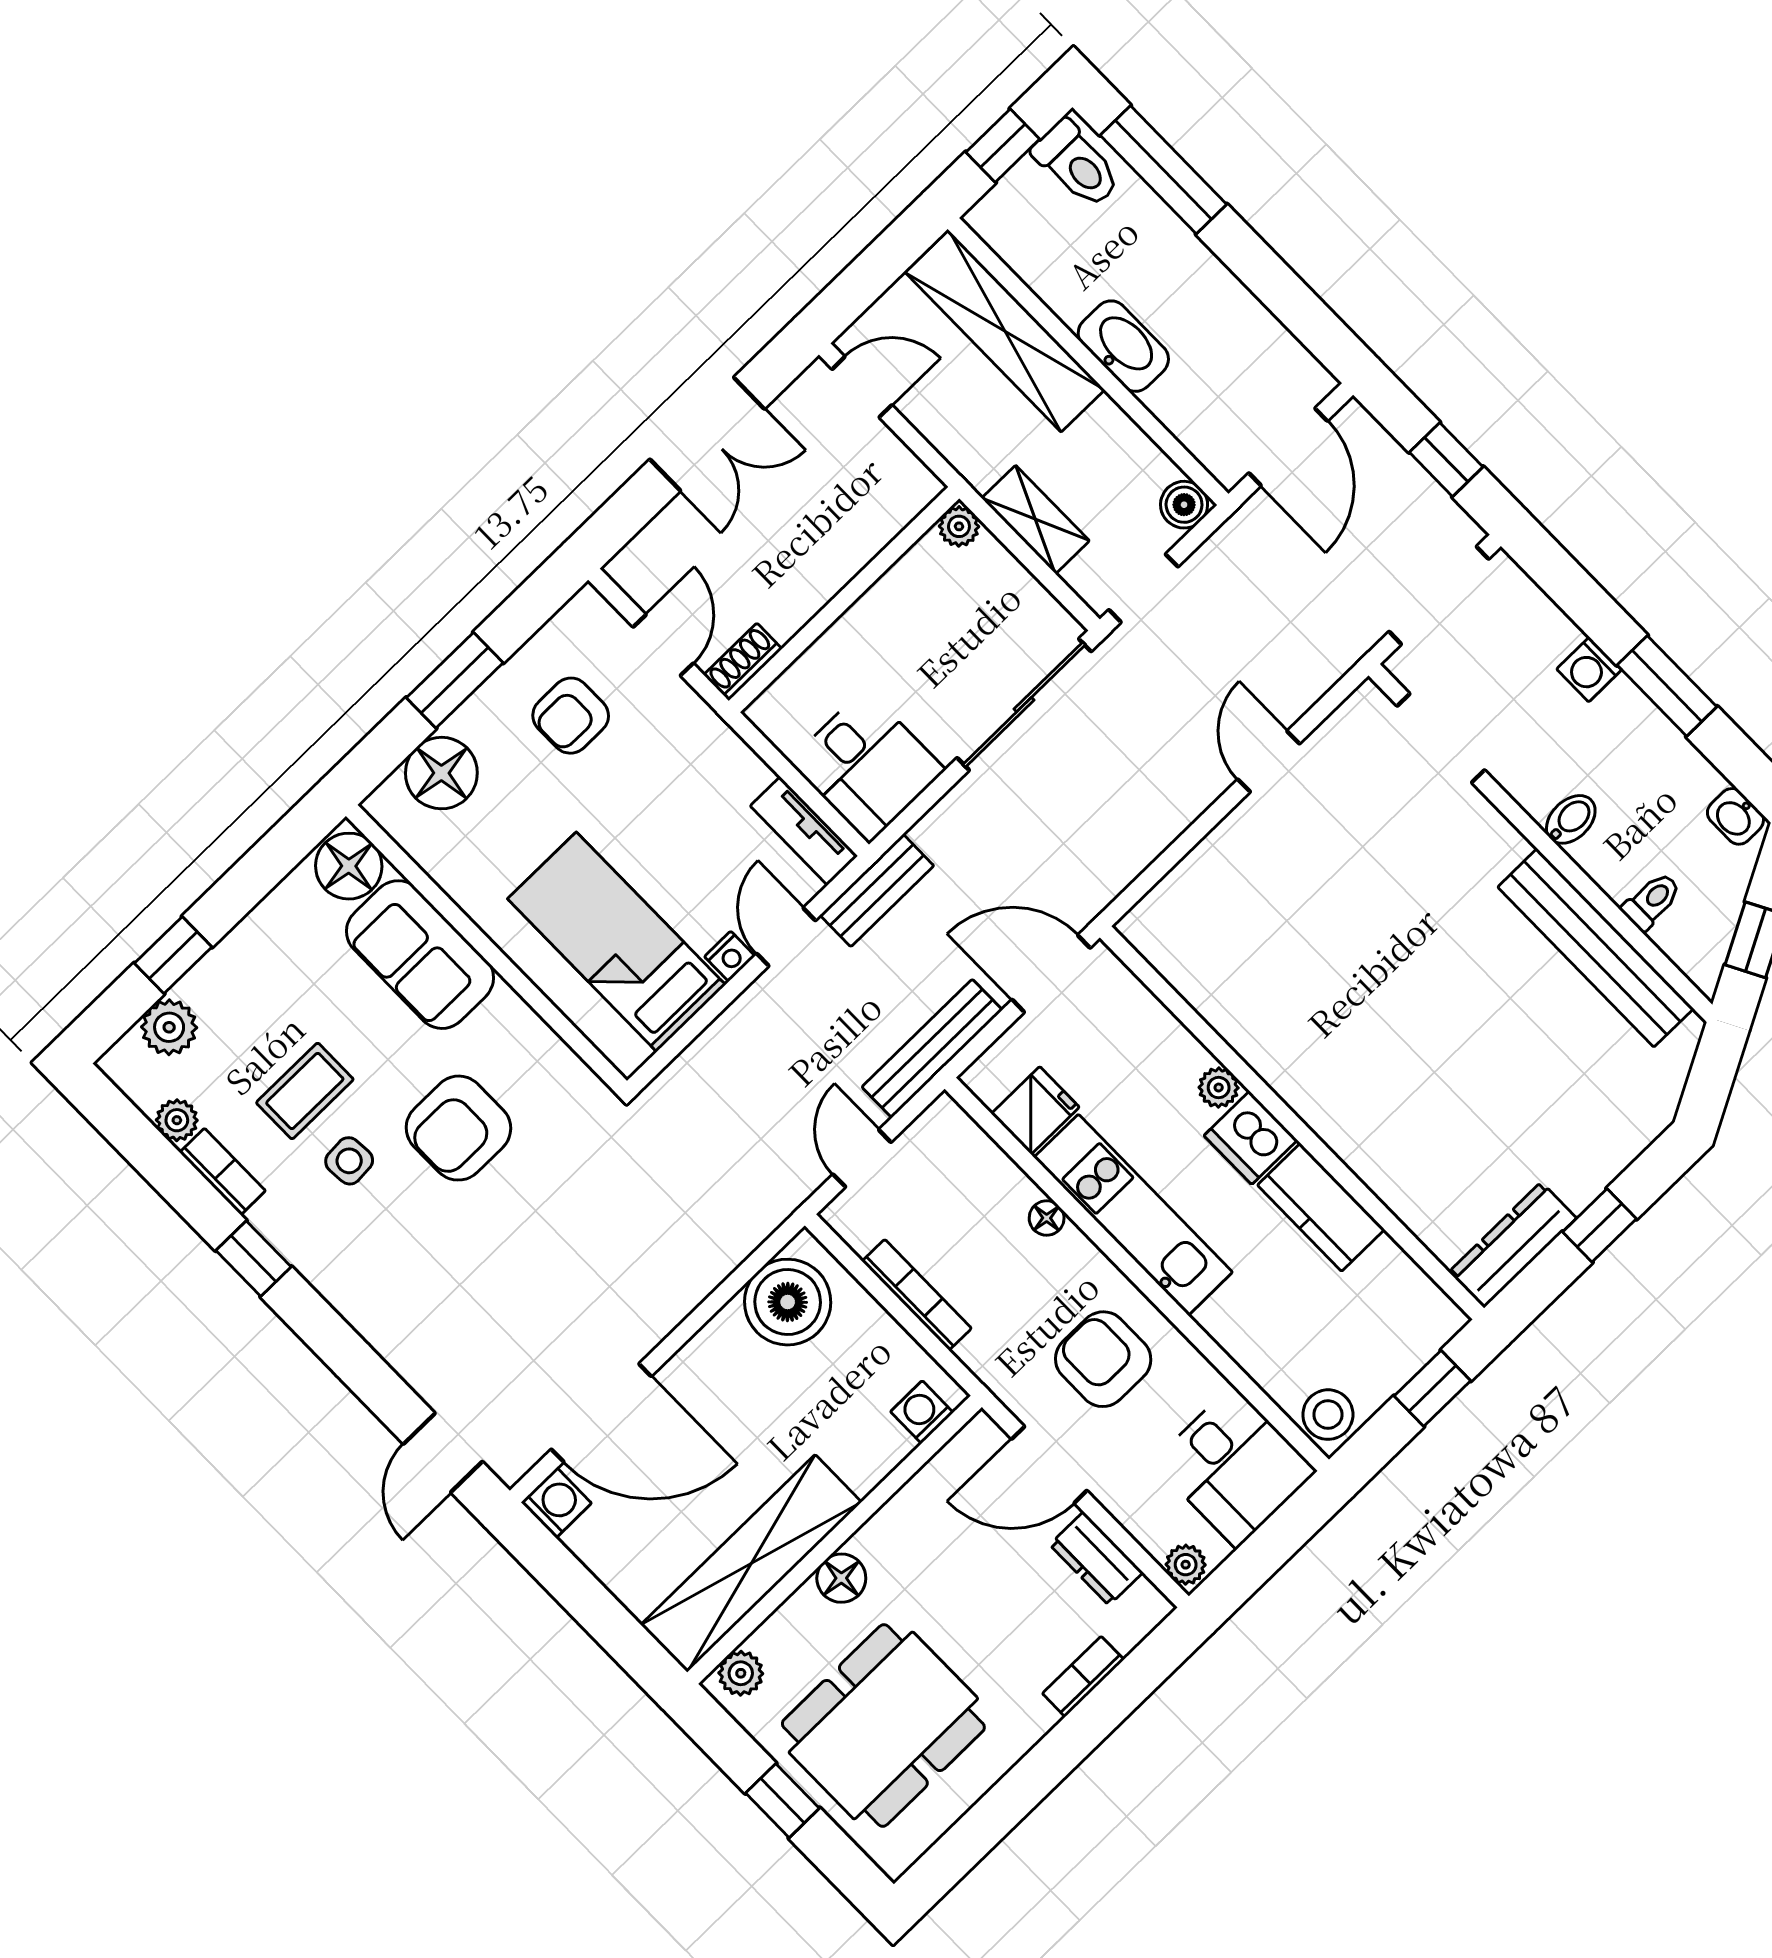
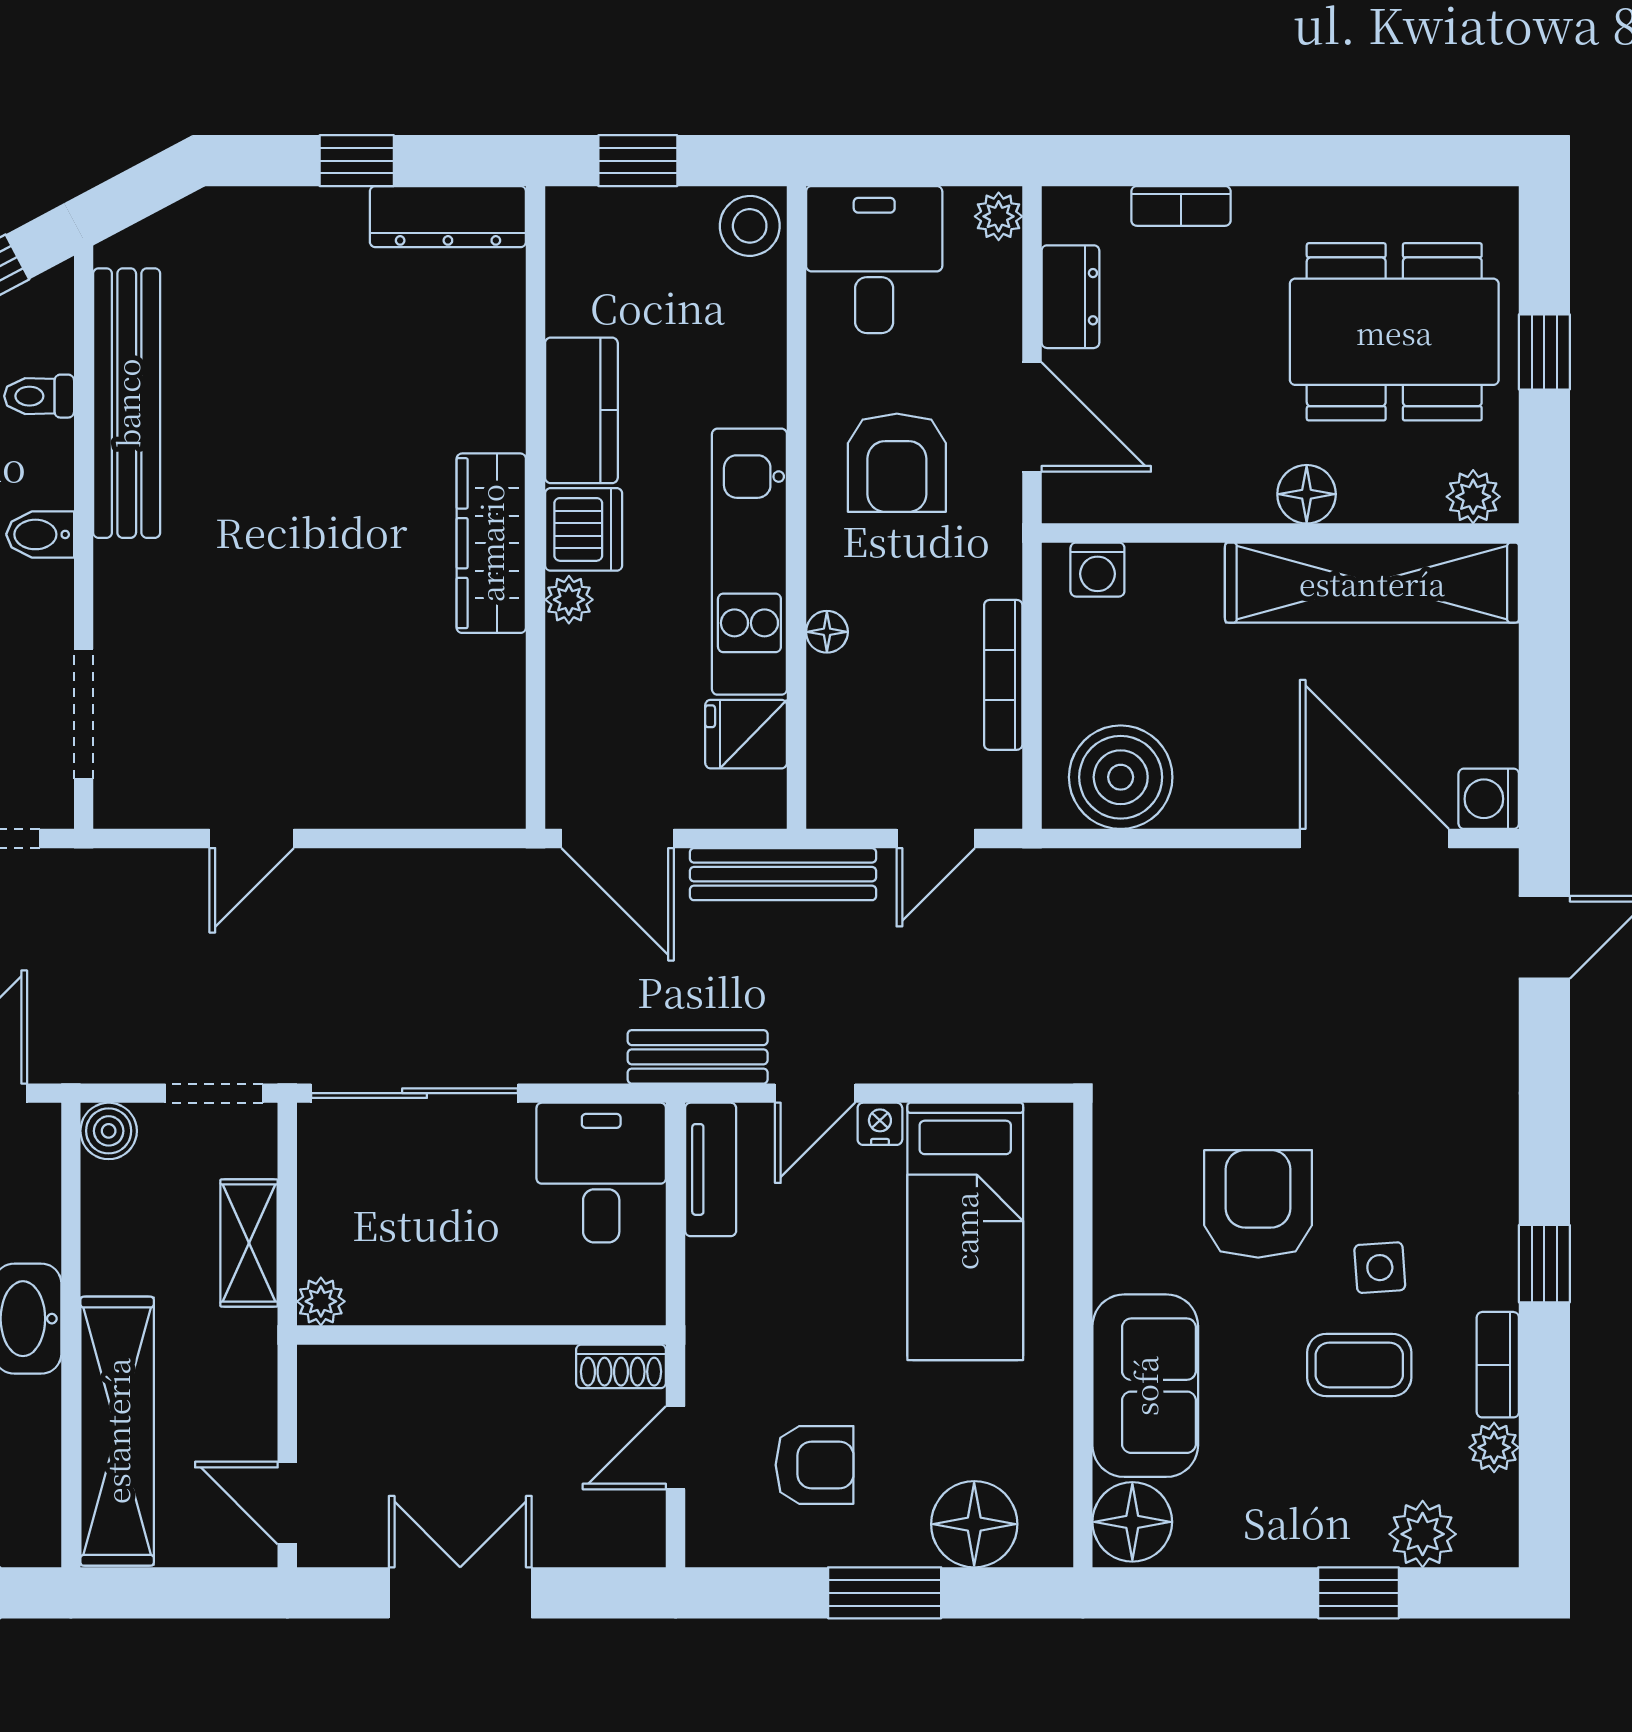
wardrobe: (1298, 1076) -> (491, 543), added
armchair: (458, 1128) -> (1258, 1204), turned -90

